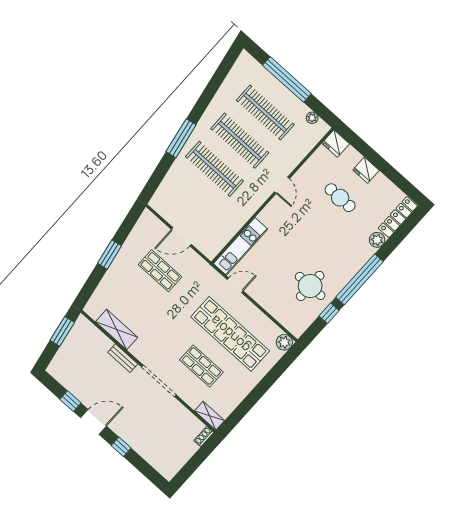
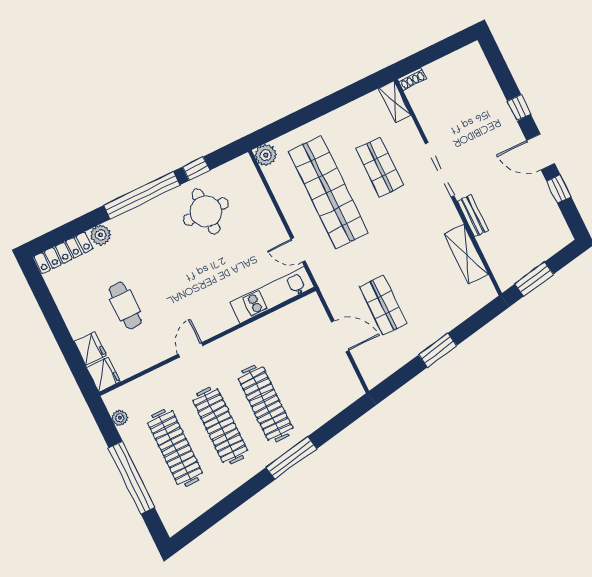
fridge: (366, 170) -> (90, 349), moved

